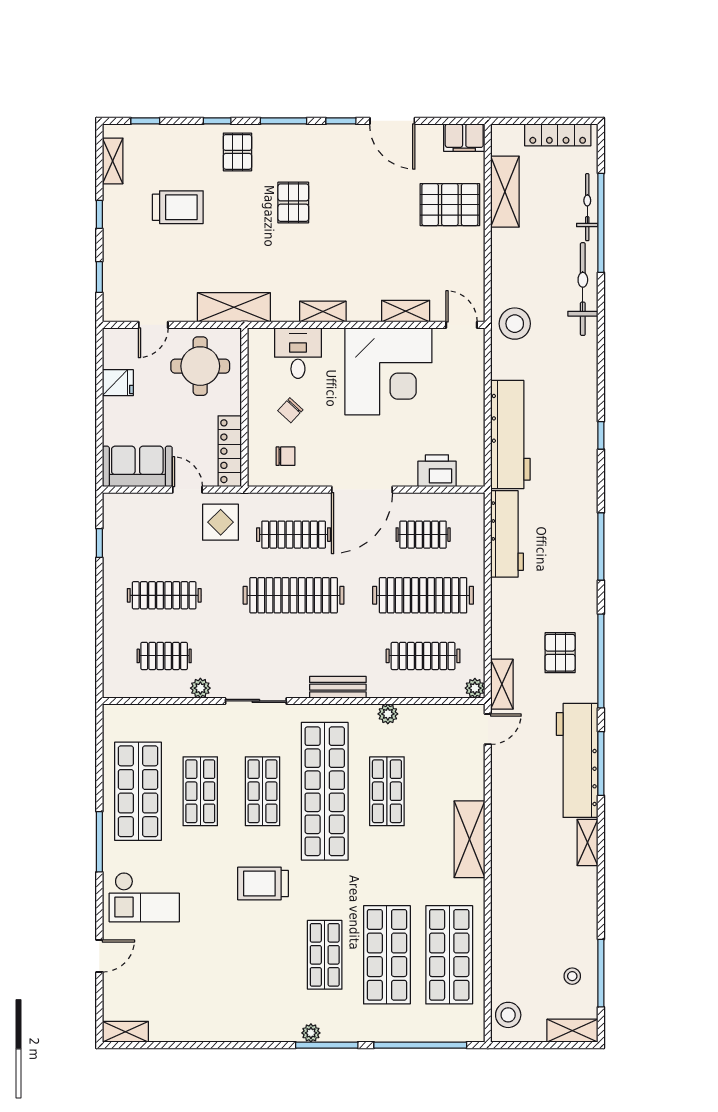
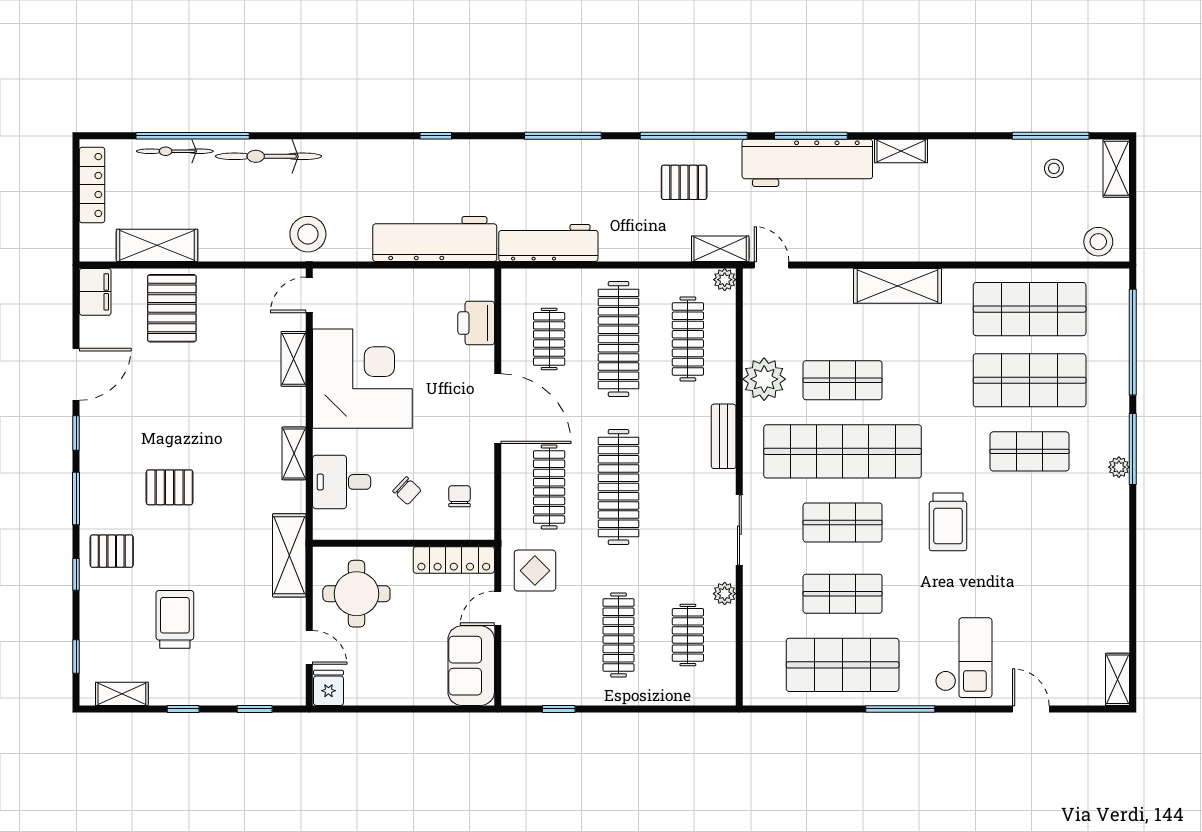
fridge: (118, 383) -> (328, 688), moved
plant: (388, 714) -> (764, 379), width x1.87, depth x1.87

